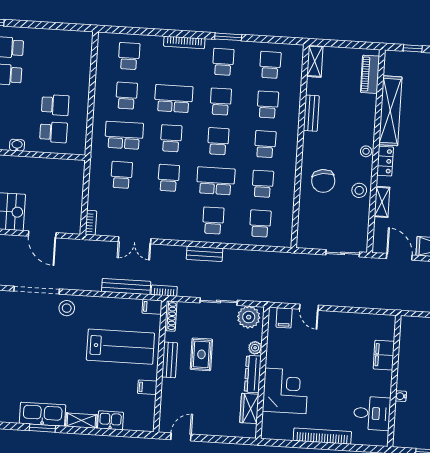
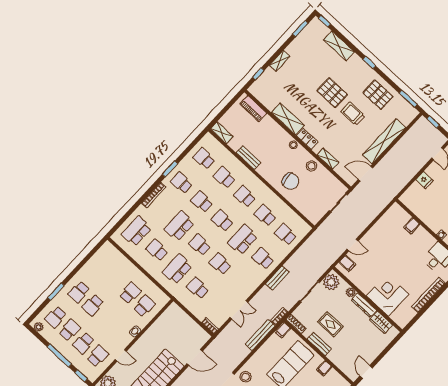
school desk: (129, 56) -> (136, 231), width x1.85
shelving: (390, 111) -> (288, 119), width x0.68
filing cabinet: (384, 355) -> (412, 226), width x0.50

